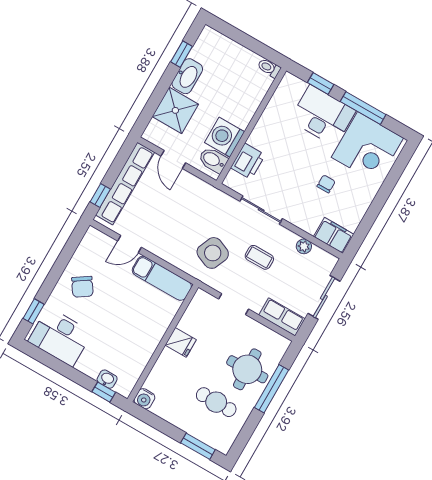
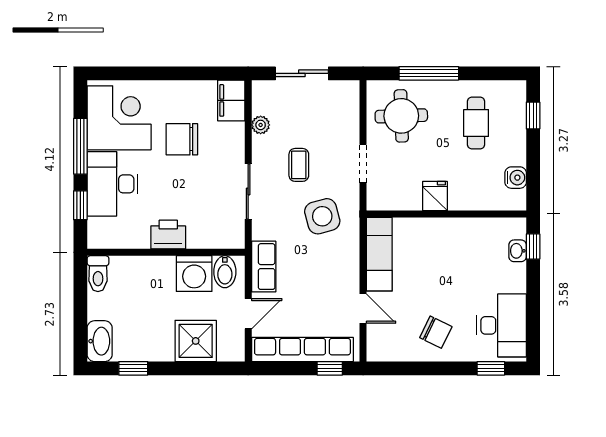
toilet: (269, 68) -> (98, 274), width x1.37, depth x1.39
washbasin: (187, 76) -> (100, 341), moved, turned 90
printer: (248, 161) -> (168, 235), moved
chair: (326, 184) -> (182, 139), width x1.87, depth x1.87
side table: (213, 253) -> (322, 216), turned -38
chair: (82, 287) -> (436, 332), turned 60
row of seats: (282, 317) -> (264, 267), moved, turned 180
round table: (247, 369) -> (401, 116), moved
water cooler: (144, 399) -> (516, 178), moved
window: (198, 446) -> (533, 116), width x0.67

